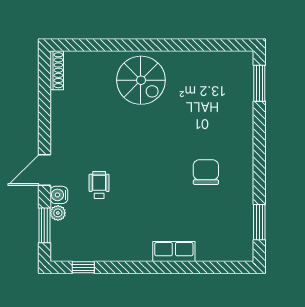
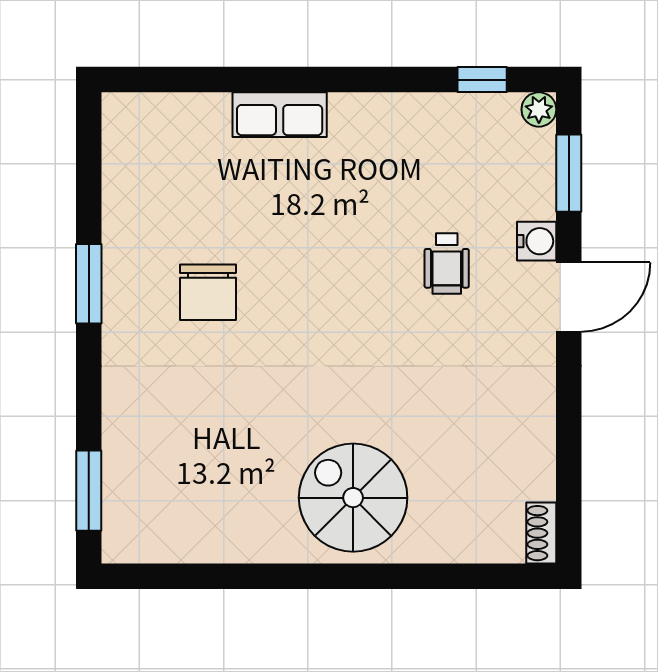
shoe rack: (57, 70) -> (541, 533), width x0.70
plant: (58, 213) -> (539, 109), moved
window: (259, 222) -> (89, 284), moved

